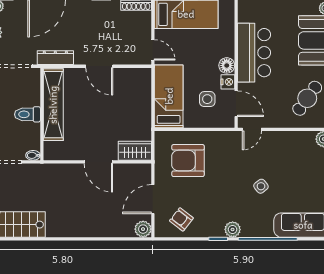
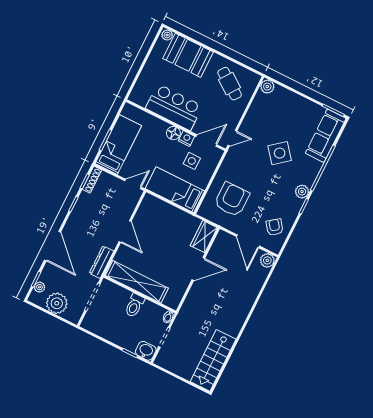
door: (99, 66) -> (125, 232), hinge flipped
door: (252, 129) -> (232, 138), hinge flipped
armchair: (188, 161) -> (232, 199), turned 180
side table: (261, 186) -> (280, 153), width x1.87, depth x1.87
armchair: (181, 219) -> (275, 227), turned 105

